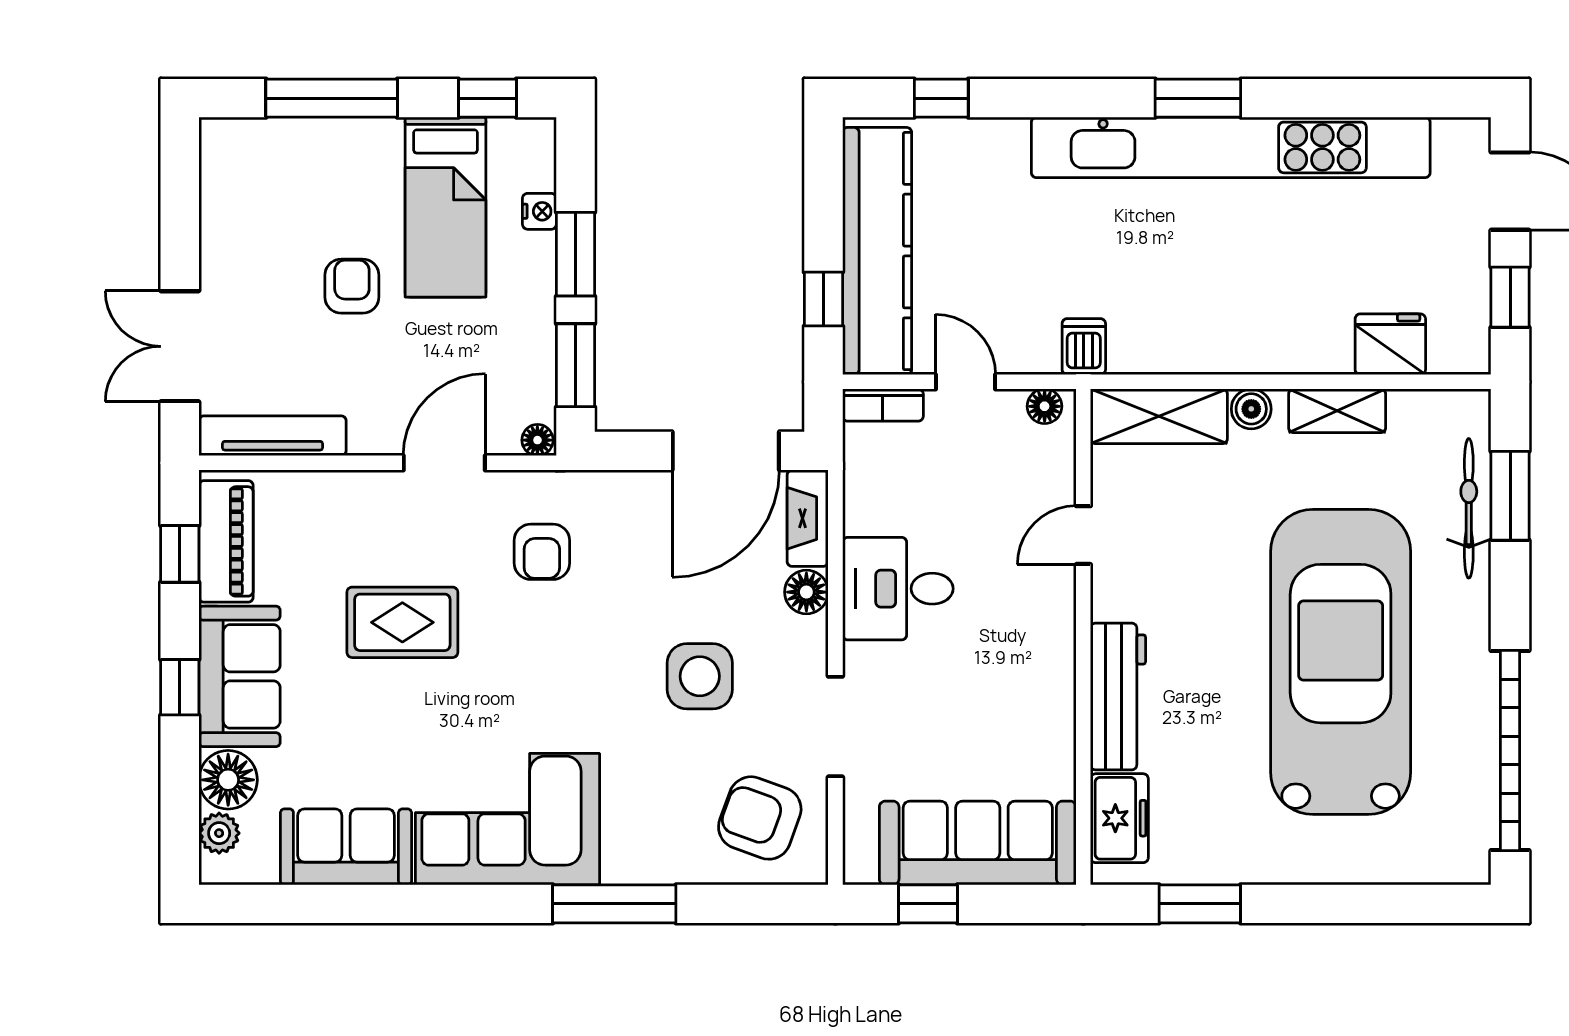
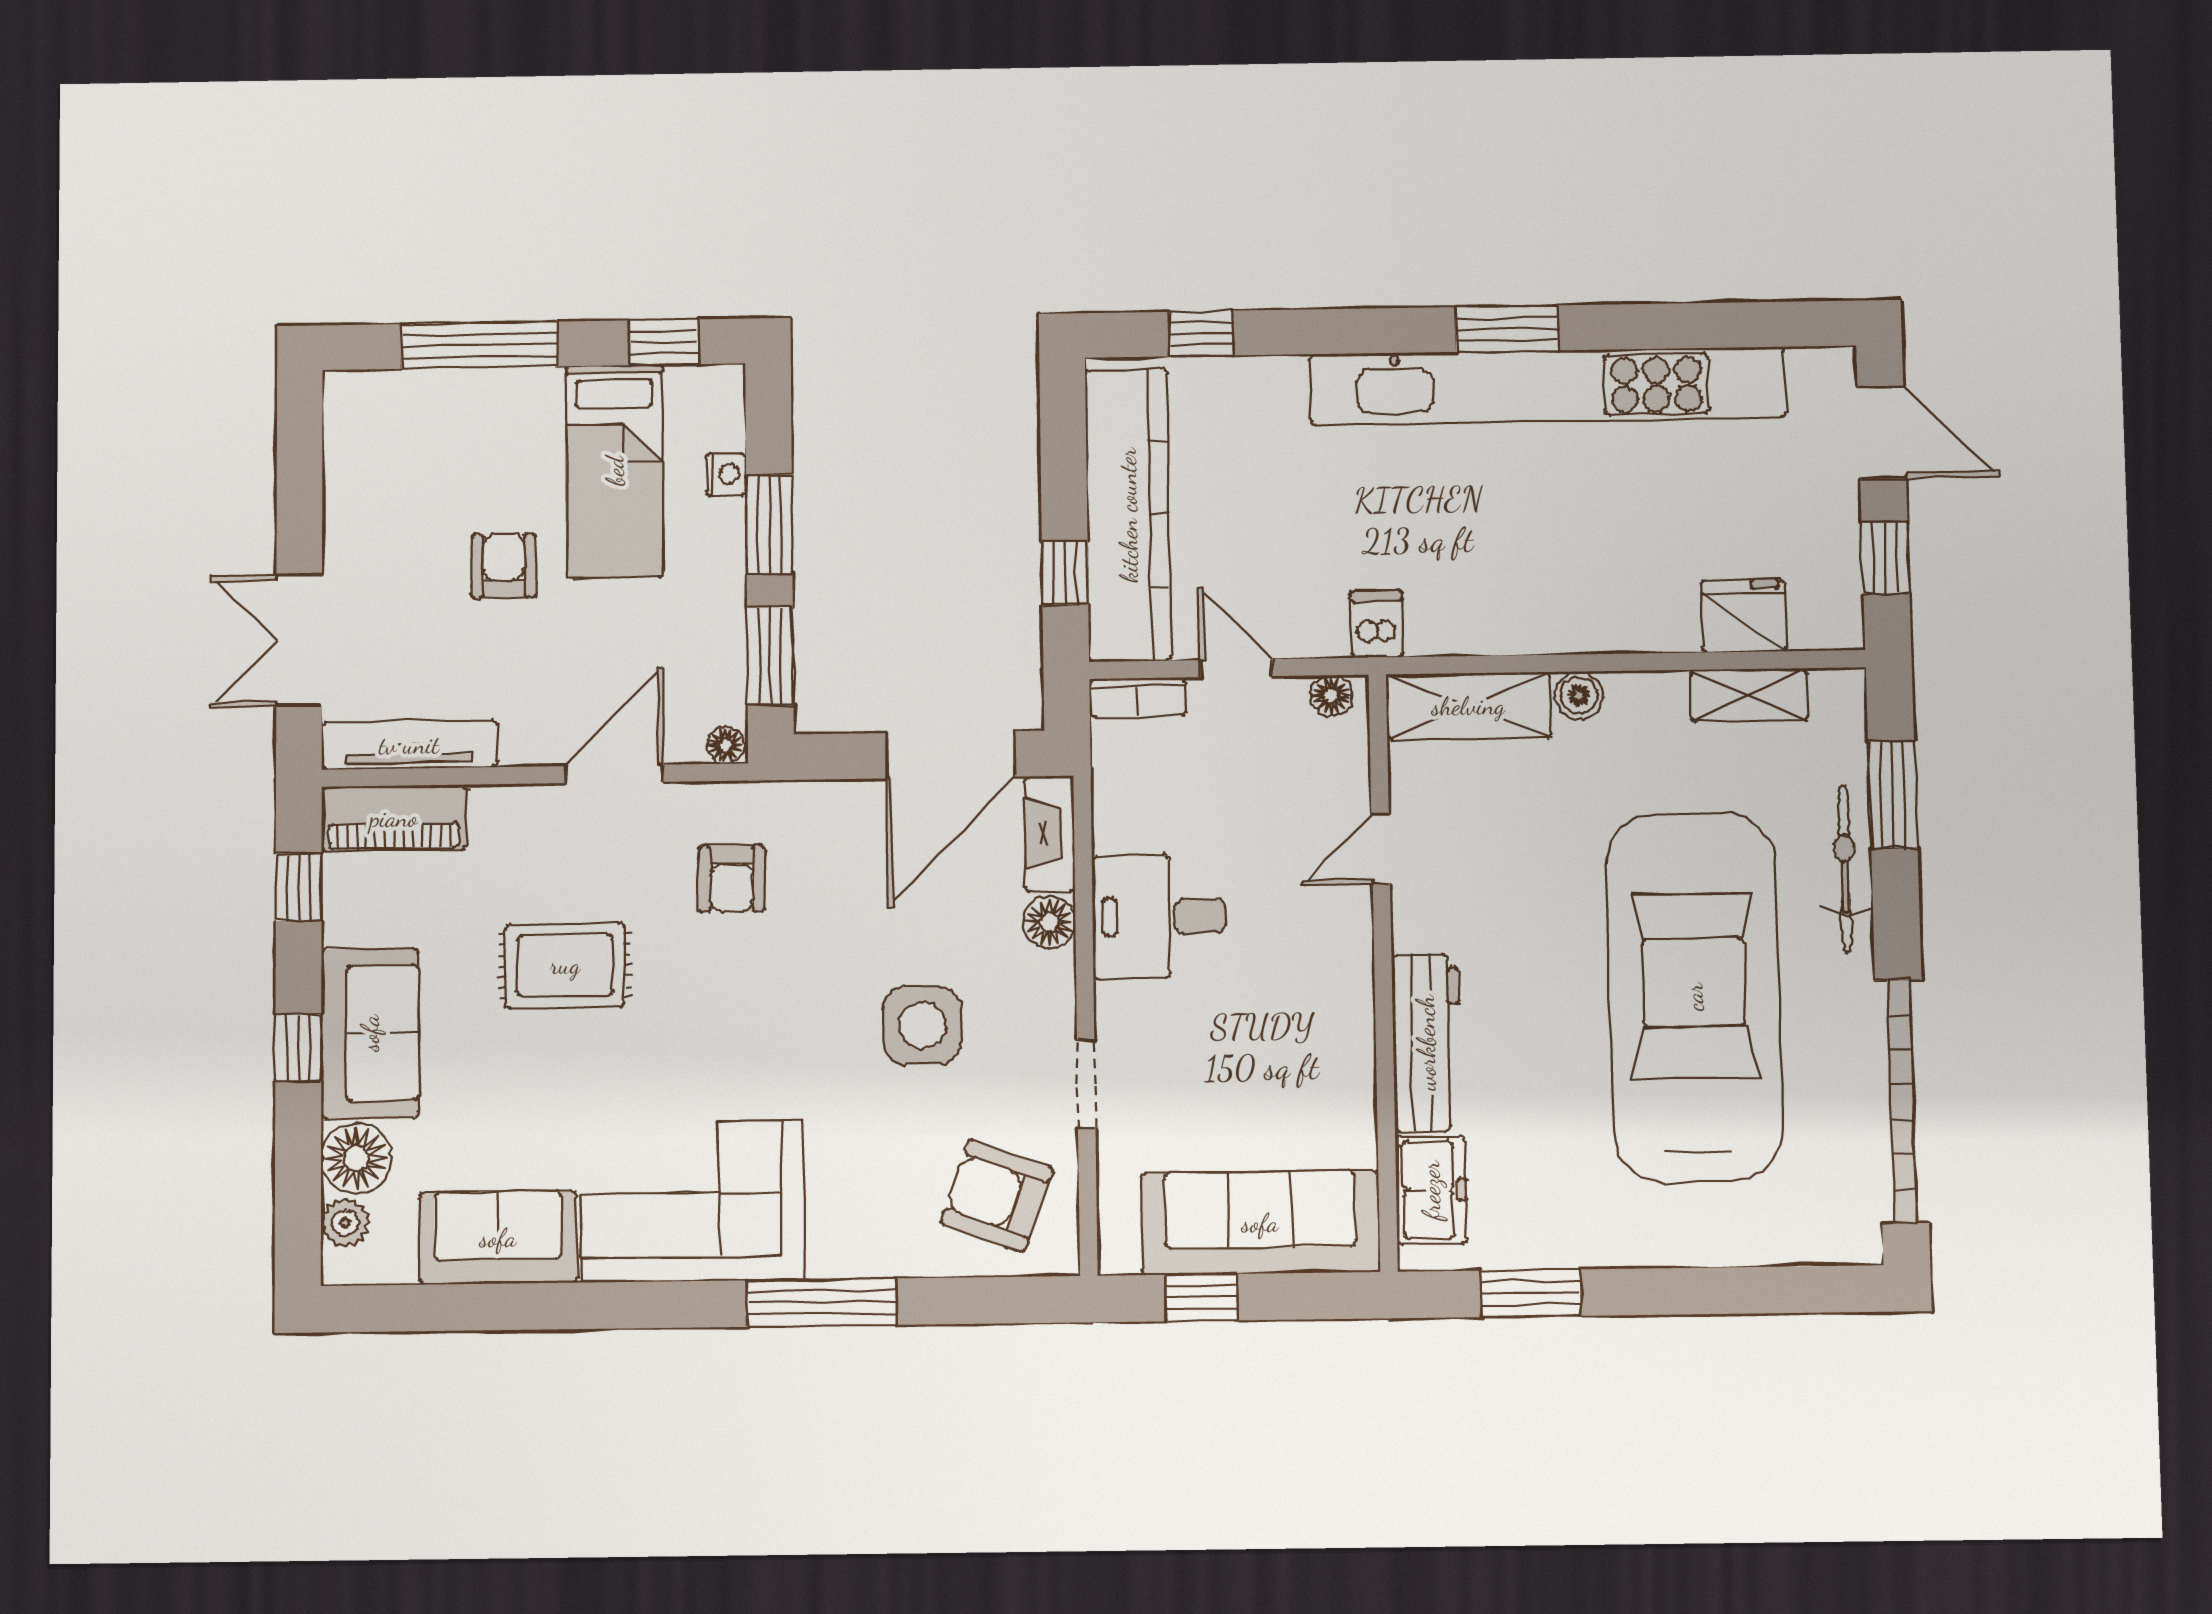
shelving: (1337, 411) -> (1749, 695), moved
bicycle: (1469, 508) -> (1845, 869), moved
piano: (226, 541) -> (394, 818), moved, turned 90
doorway: (835, 727) -> (1086, 1084), width x0.73

